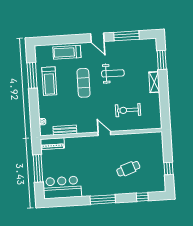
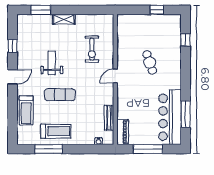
window: (126, 36) -> (13, 46), width x0.46
cafe table: (128, 169) -> (150, 62), moved
bar counter: (62, 187) -> (170, 117), width x1.36
window: (103, 199) -> (186, 114), moved

